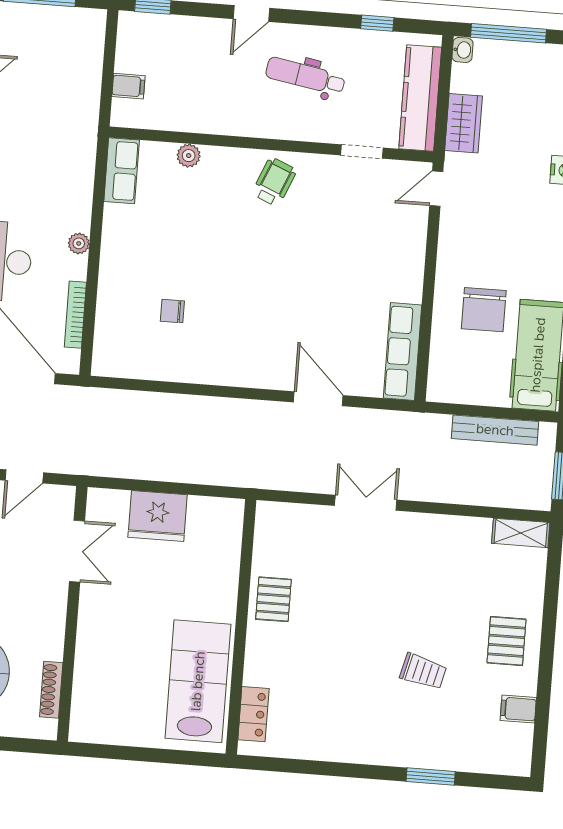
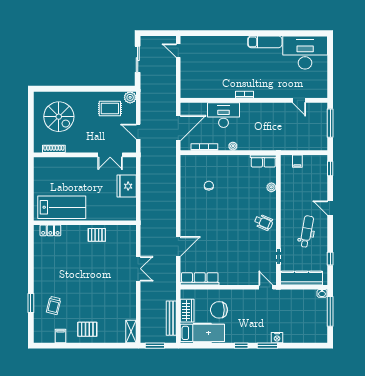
wardrobe: (464, 123) -> (187, 311), moved, turned -90
trolley: (423, 671) -> (54, 305), moved

